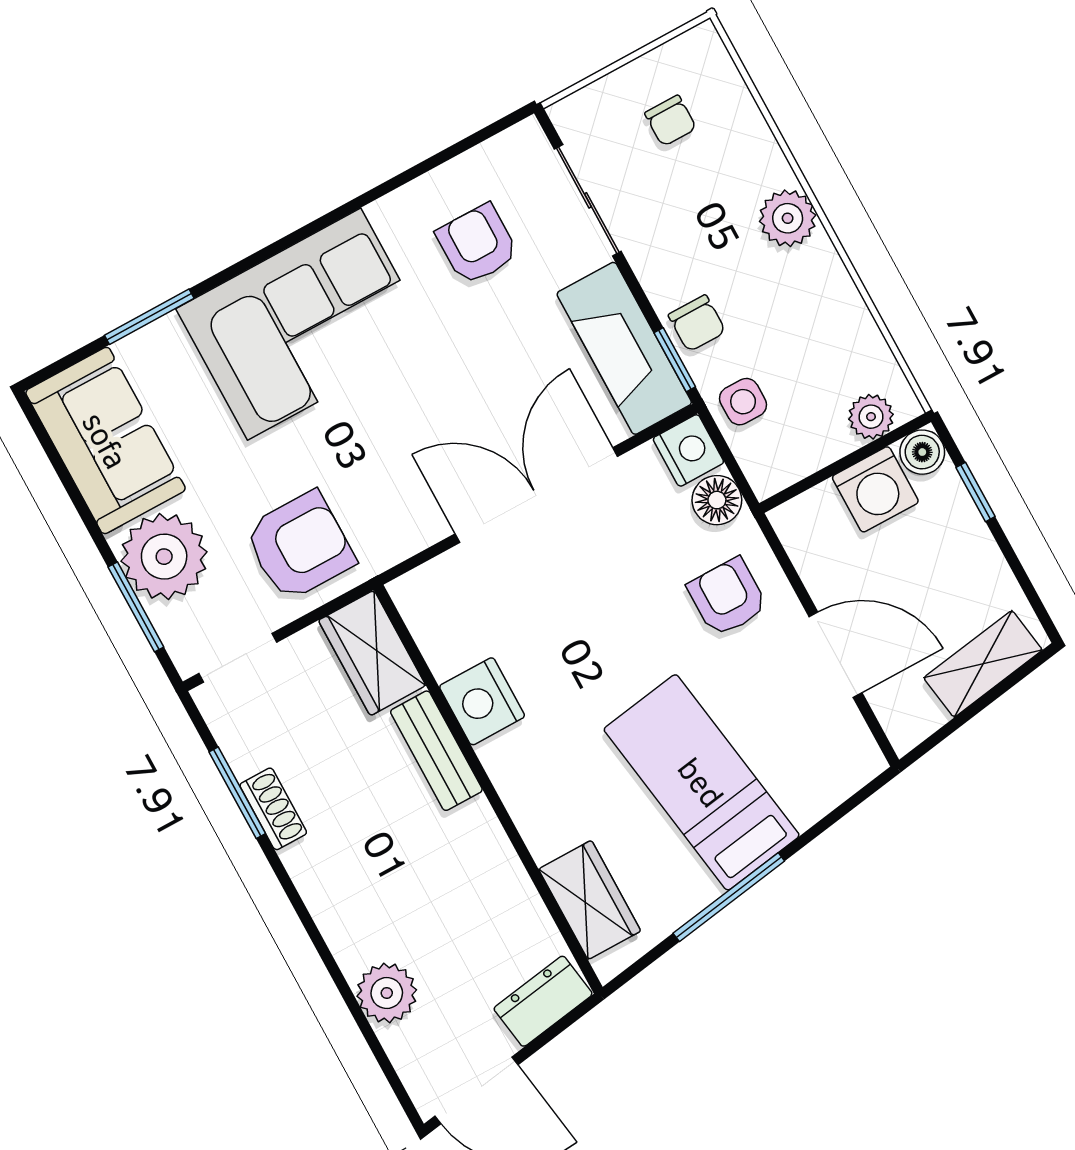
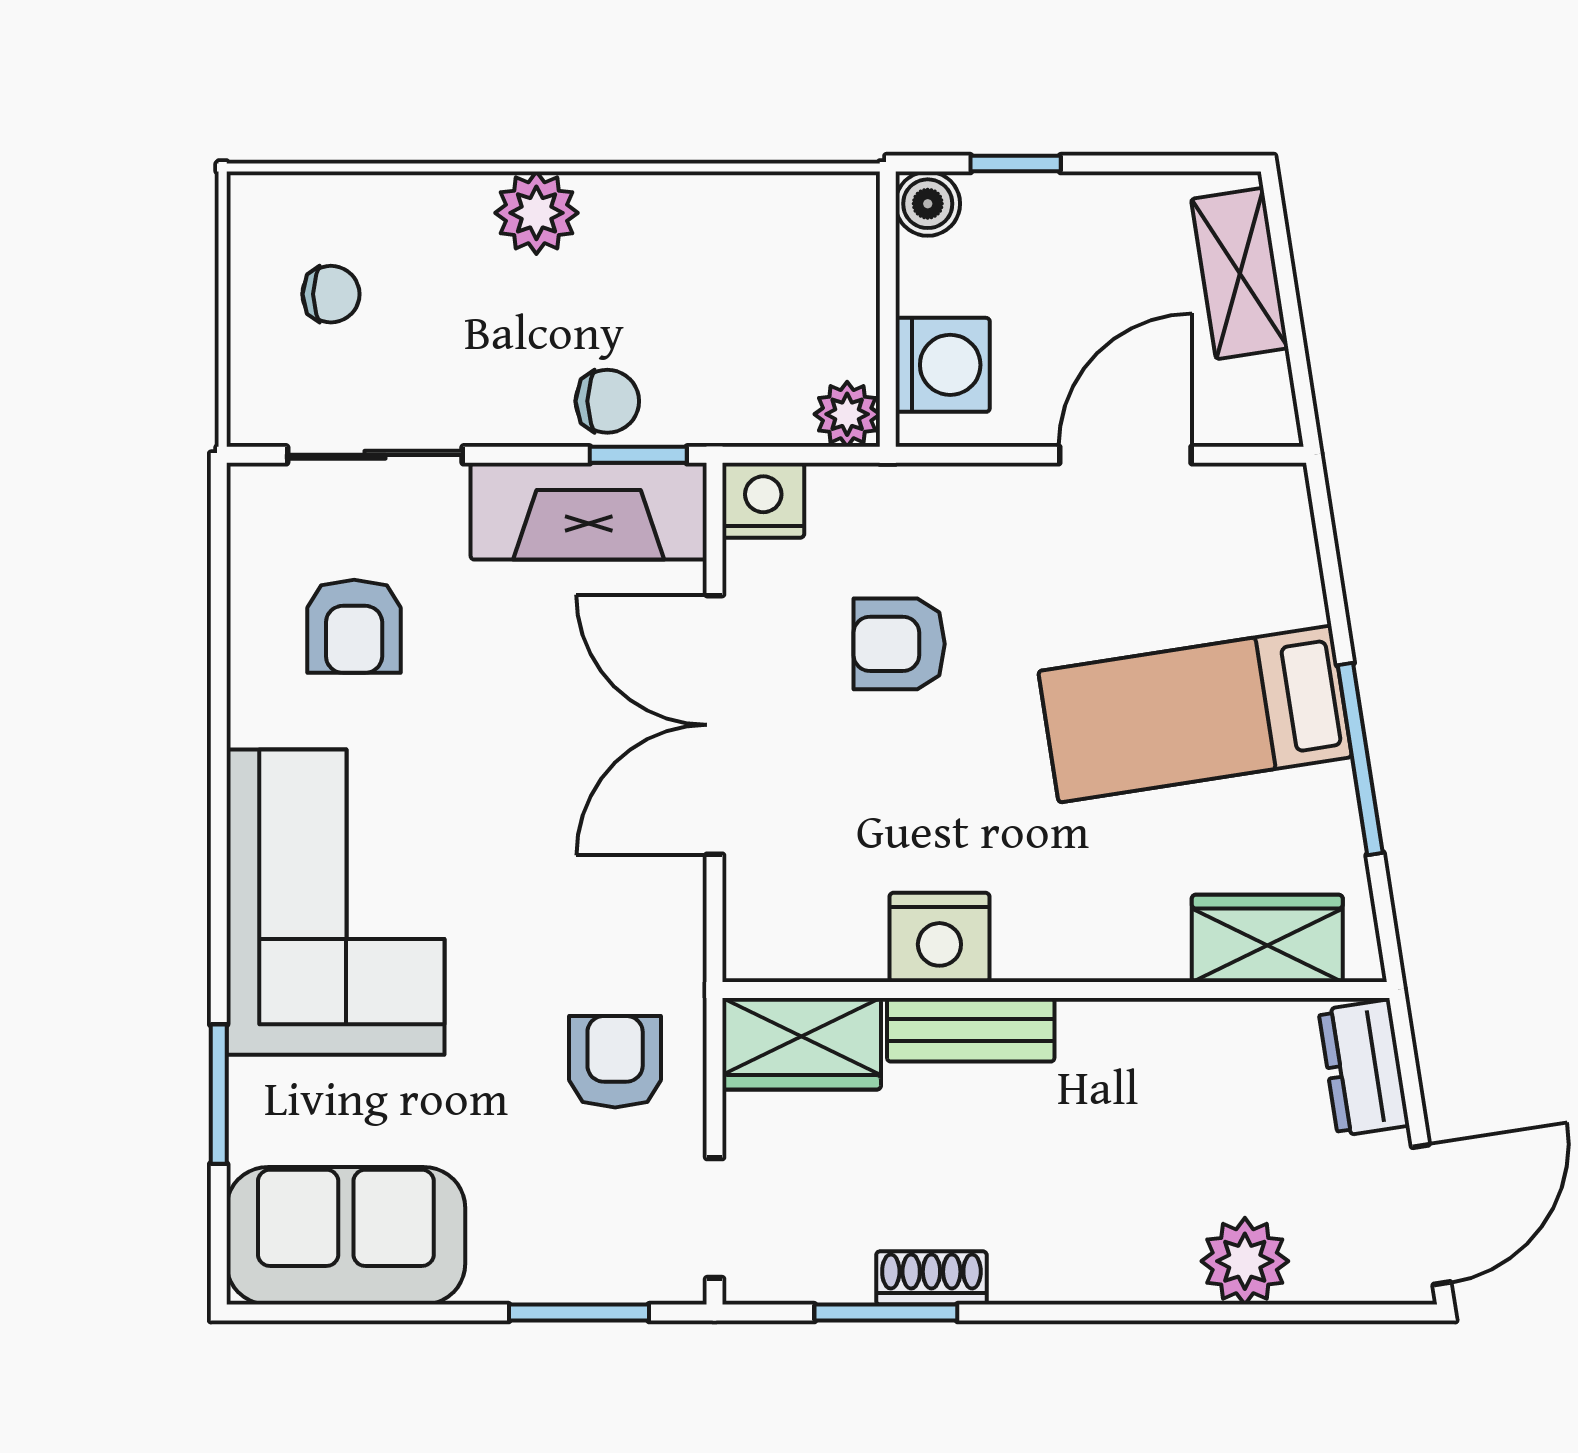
armchair: (477, 244) -> (354, 626), turned -90
side table: (743, 402) -> (739, 397), removed
plant: (871, 417) -> (847, 414), moved
washing machine: (875, 489) -> (943, 365), moved
floor lamp: (717, 500) -> (846, 499), removed
armchair: (300, 546) -> (615, 1062), width x0.72, depth x0.72
plant: (164, 557) -> (534, 1242), removed
armchair: (727, 597) -> (899, 644), moved

